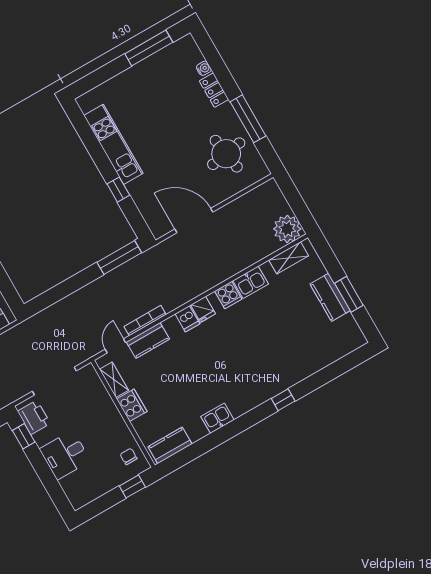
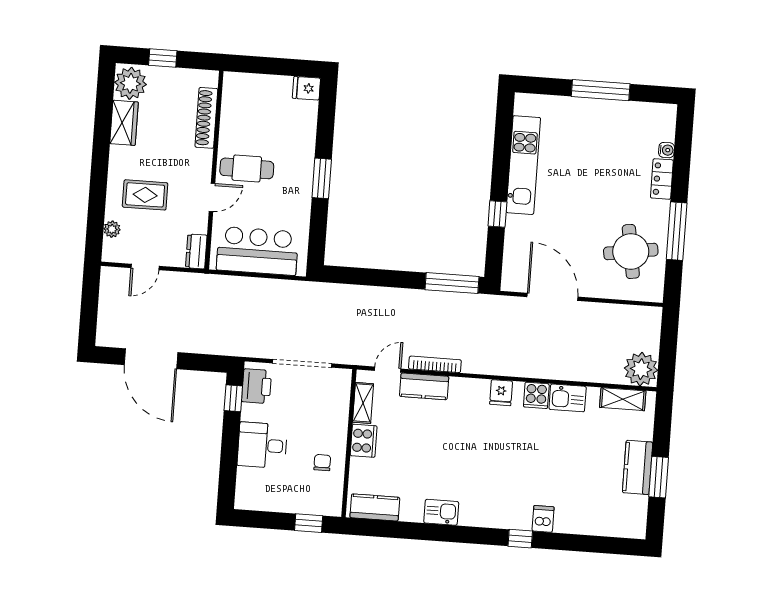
window: (149, 48) -> (601, 90), moved
dishwasher: (187, 319) -> (543, 519), moved, turned 180
chair: (129, 456) -> (322, 463), moved

